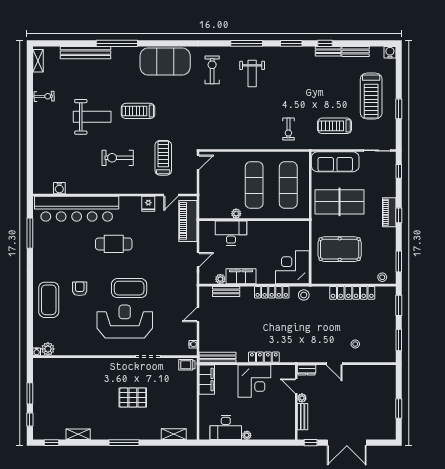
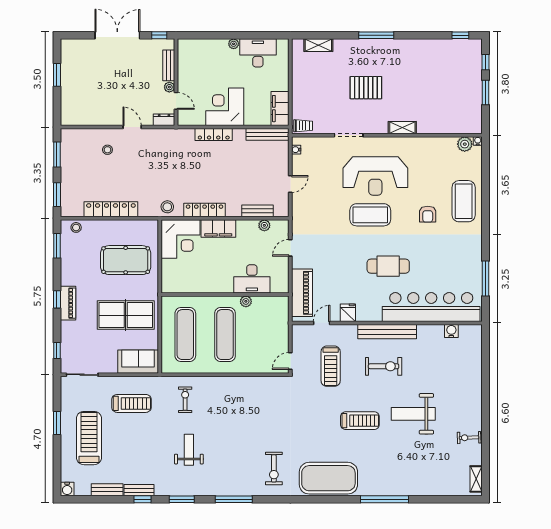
bench: (85, 53) -> (387, 332), moved
weight bench: (252, 73) -> (189, 450), moved
sofa: (335, 162) -> (138, 362), width x0.73
filing cabinet: (241, 276) -> (218, 229), moved
shelving: (78, 434) -> (402, 128), moved

